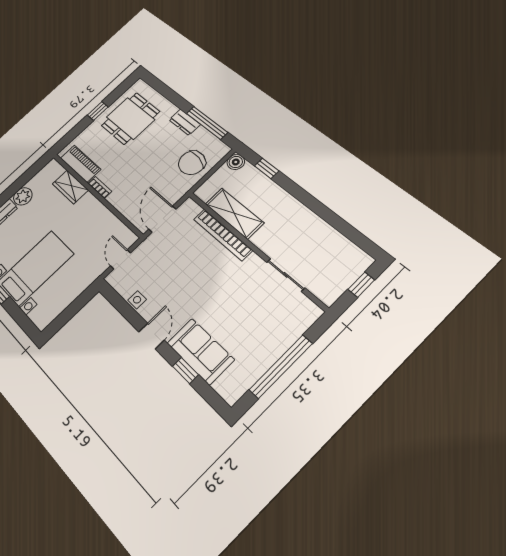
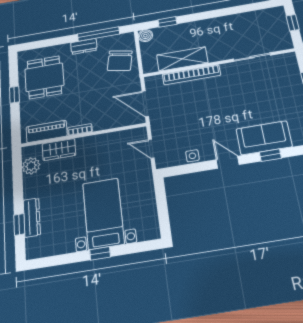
plant: (23, 196) -> (31, 166), moved

